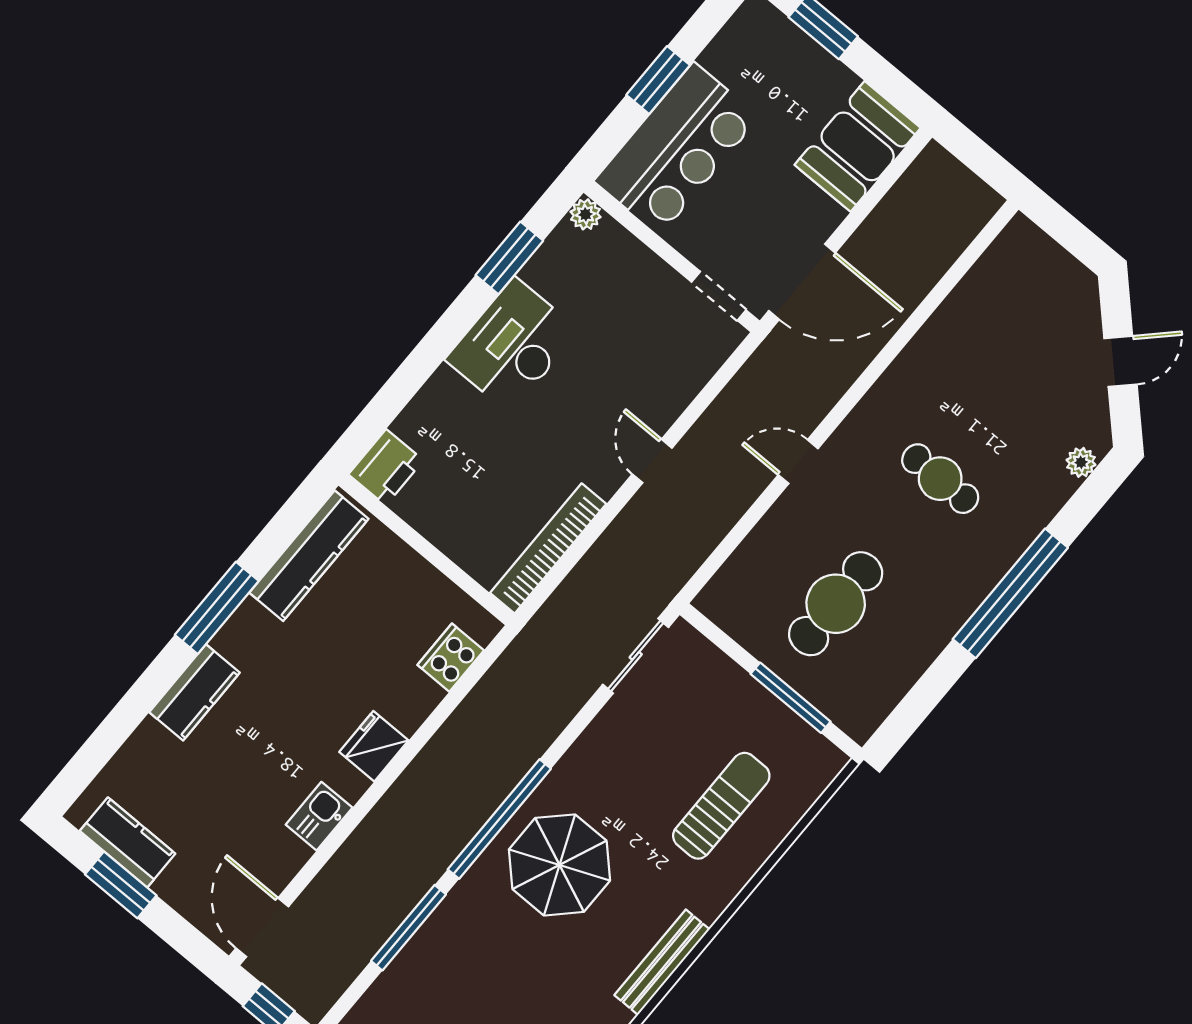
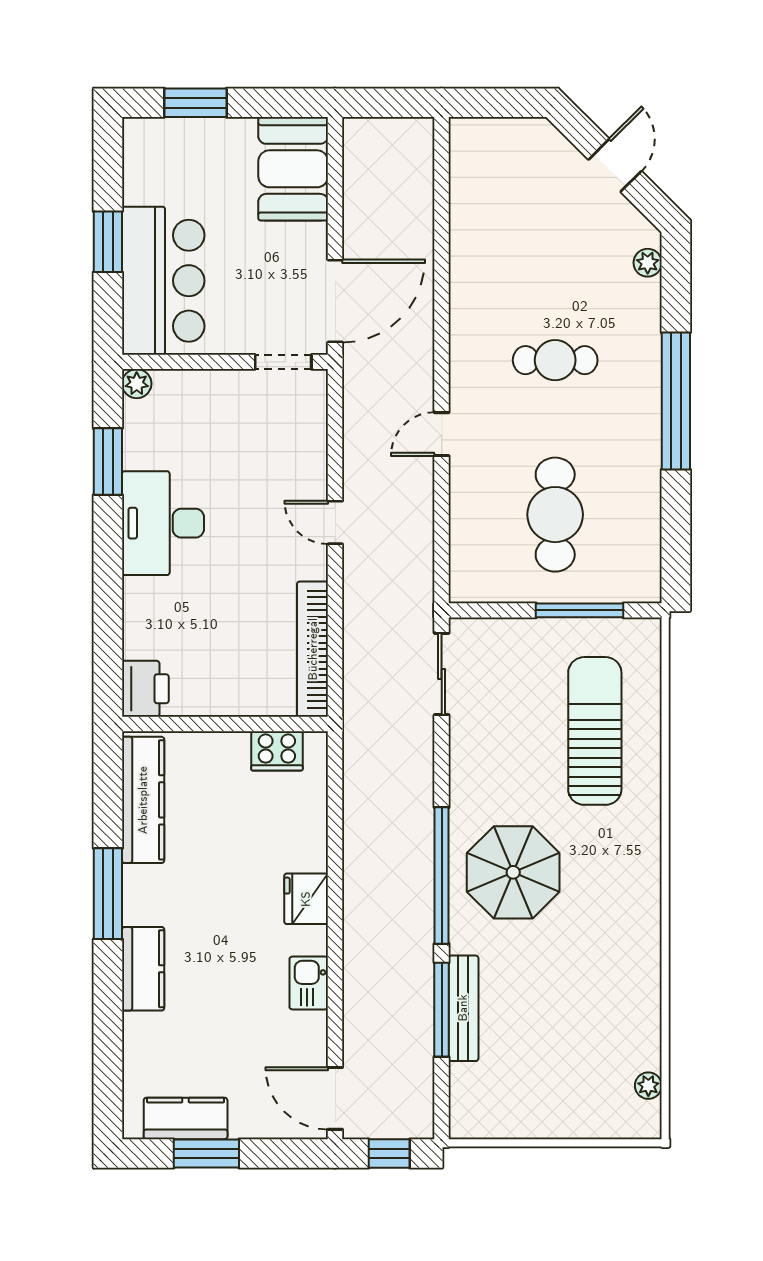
cooker: (451, 658) -> (277, 751), moved, turned -90
sun lounger: (721, 806) -> (595, 731), width x1.36, depth x1.34
bench: (662, 962) -> (463, 1008), moved

